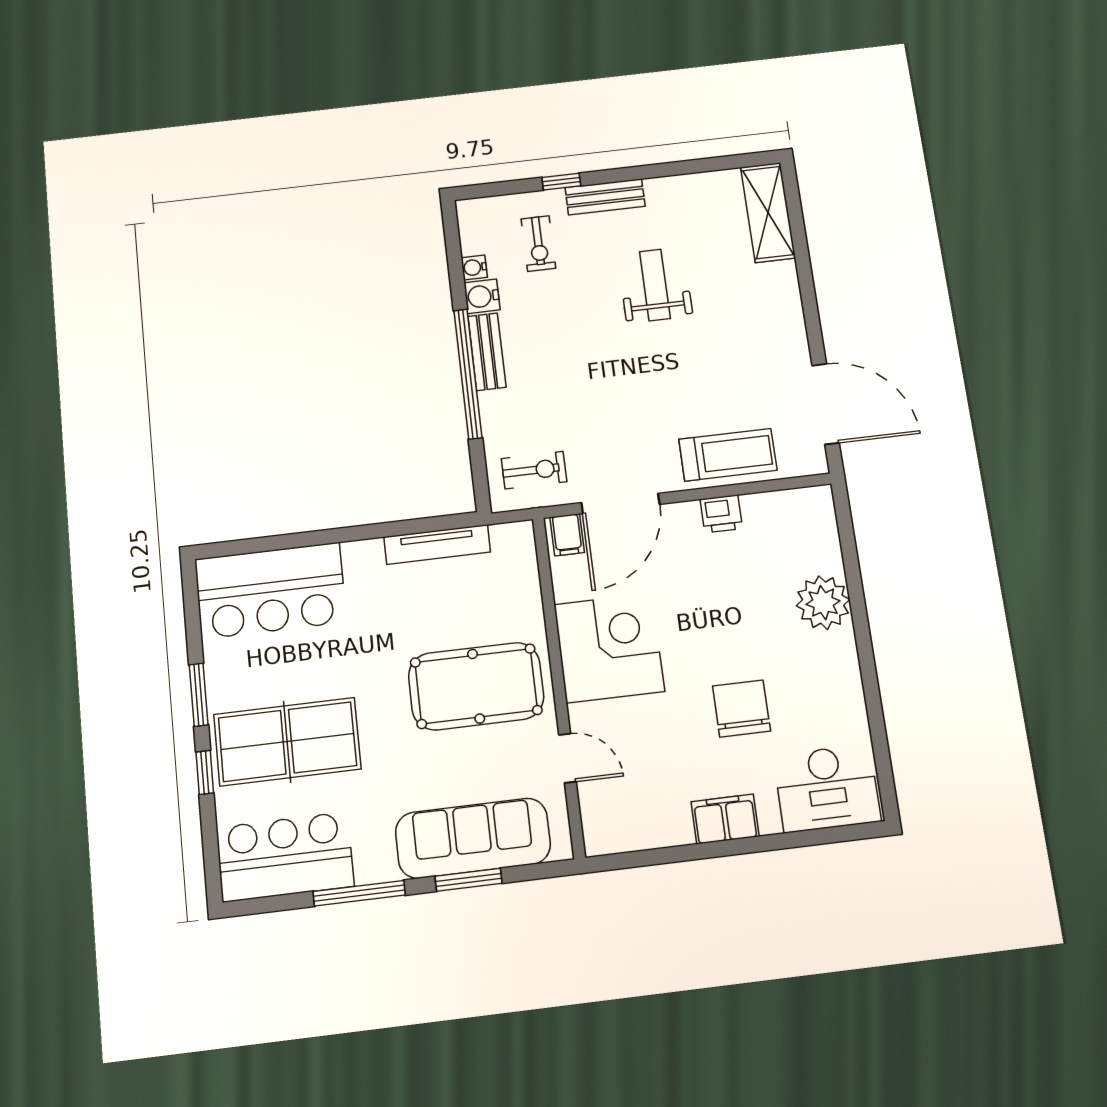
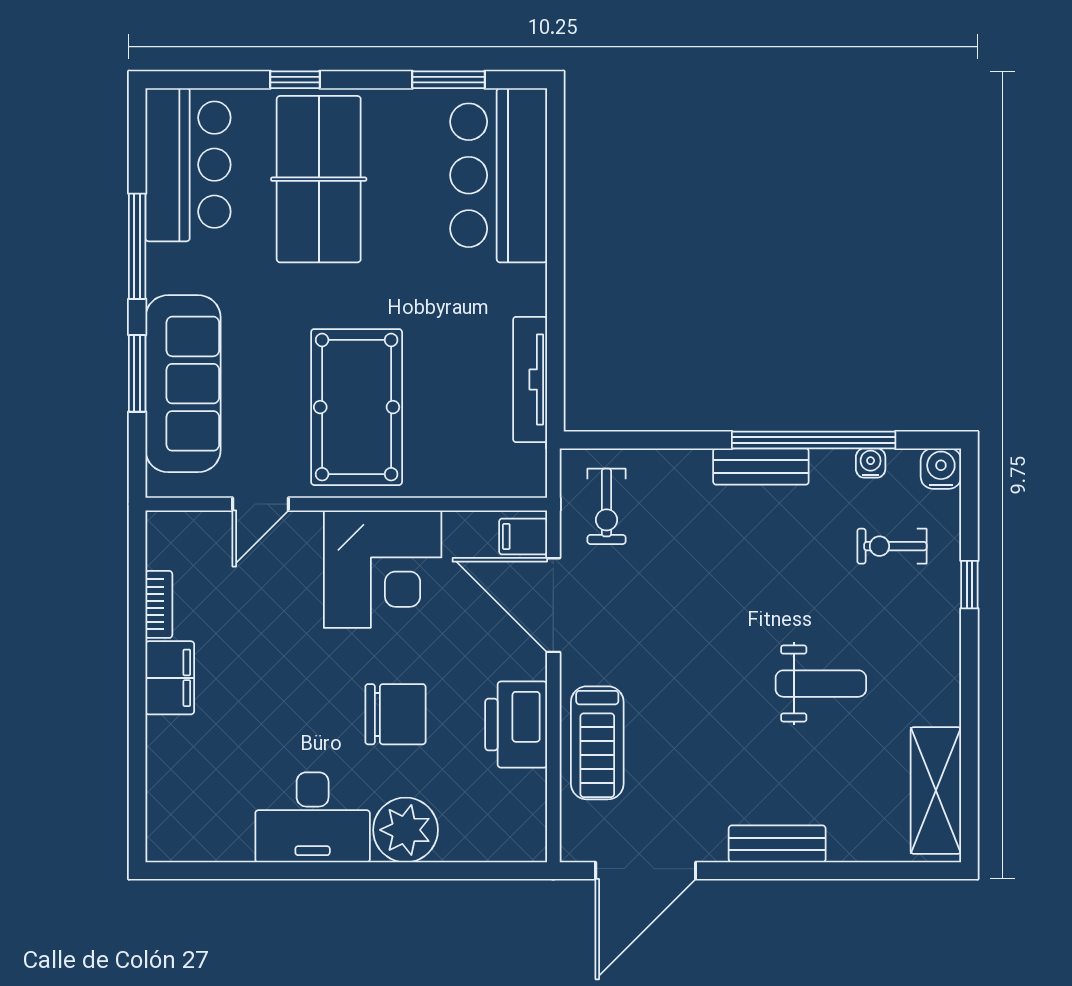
bench: (605, 197) -> (777, 844), moved, turned 90
shelving: (768, 212) -> (936, 790), moved, turned 90
water cooler: (482, 296) -> (941, 469), moved
window: (468, 374) -> (814, 440), moved
printer: (721, 514) -> (516, 725), width x1.87, depth x1.48
window: (199, 695) -> (449, 80), moved
chair: (741, 708) -> (395, 714), moved
desk: (827, 788) -> (313, 817), moved, turned -90
bookcase: (664, 836) -> (159, 604), added

